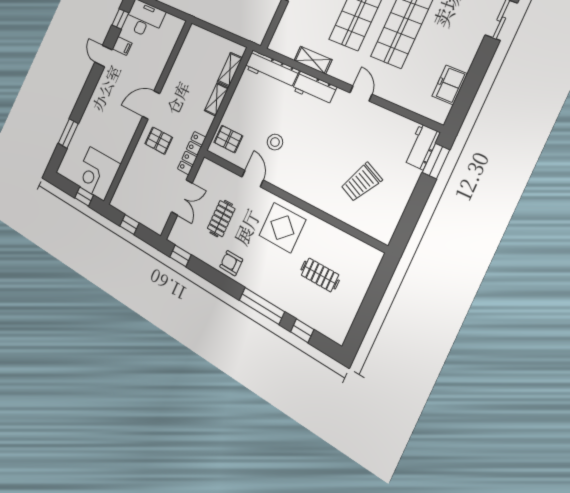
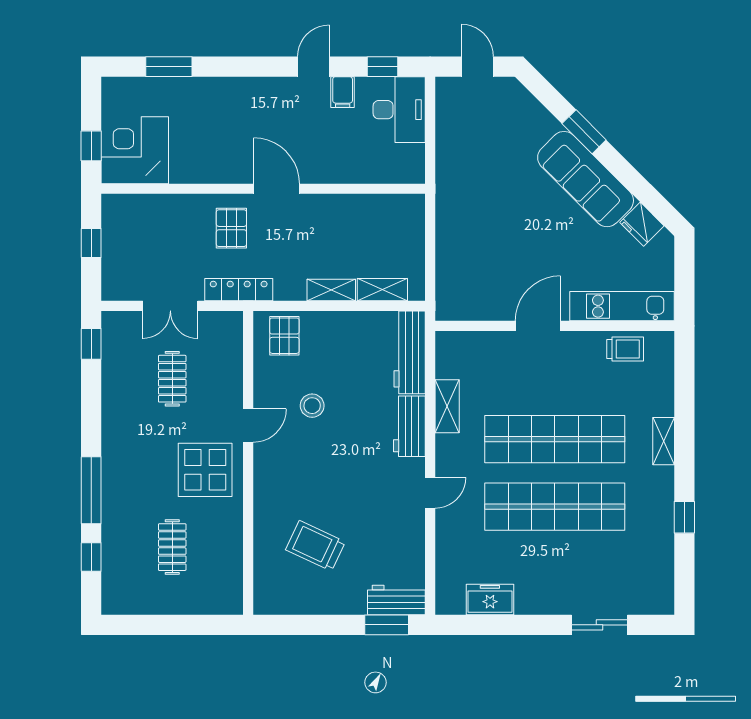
door: (253, 178) -> (248, 426), moved
clothes rail: (221, 219) -> (172, 379), turned 90
armchair: (231, 263) -> (122, 422), removed

